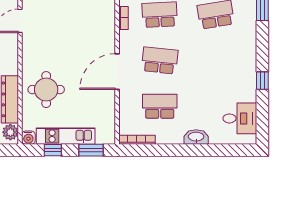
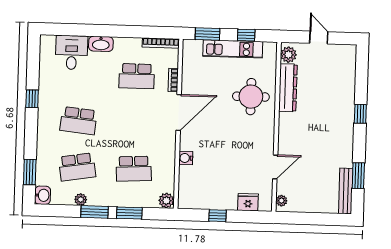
bookcase: (123, 18) -> (173, 80), moved
school desk: (160, 60) -> (79, 121), moved
desk: (240, 118) -> (72, 52), moved, turned 90
water cooler: (28, 138) -> (186, 158), moved, turned -90

